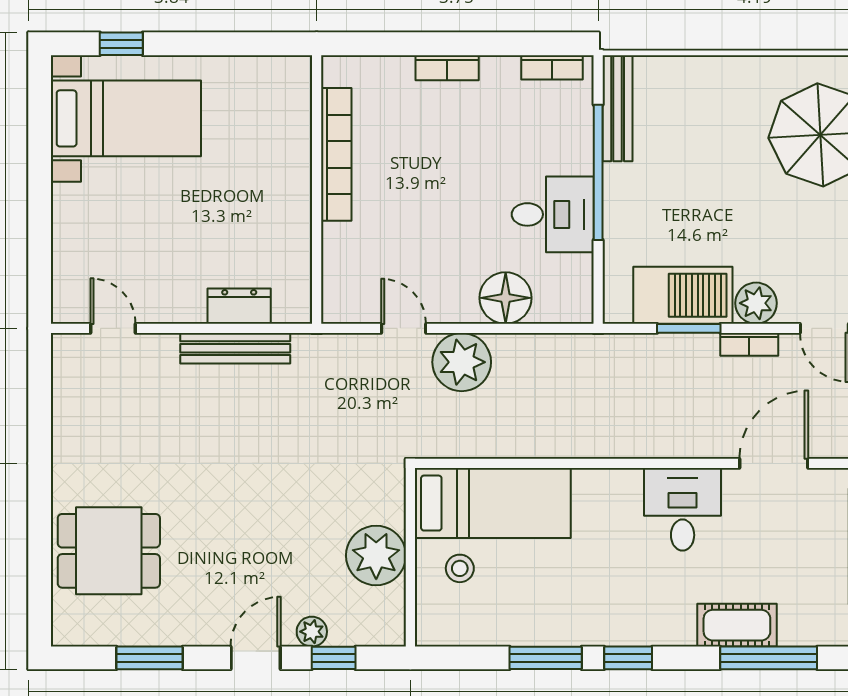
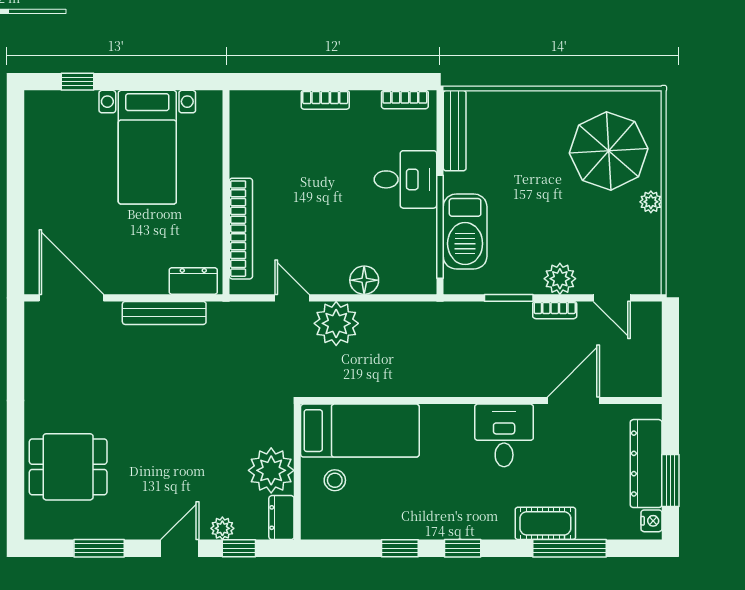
bed with nightstands: (126, 118) -> (147, 147), moved, turned 90
bookcase: (336, 154) -> (241, 229), moved
window: (598, 172) -> (440, 227), moved
desk: (553, 214) -> (405, 179), moved
barbecue: (683, 295) -> (465, 231), moved, turned 90
floor lamp: (506, 298) -> (364, 280), width x0.73, depth x0.73
dresser: (239, 306) -> (193, 281), moved
door: (113, 328) -> (71, 298), width x1.88
dresser: (390, 618) -> (281, 518), added
window: (546, 658) -> (400, 548), width x0.67

